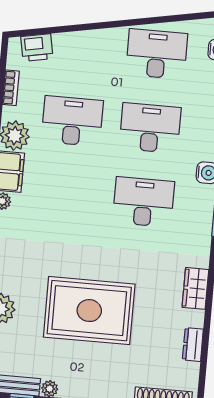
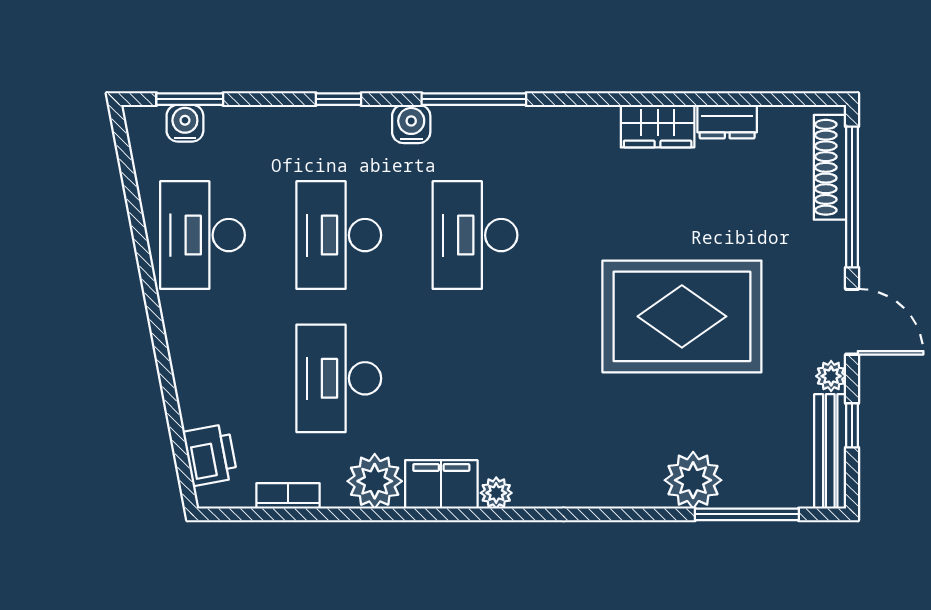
wardrobe: (195, 288) -> (658, 126), moved
rug: (89, 311) -> (682, 316), turned 90

